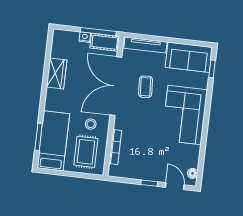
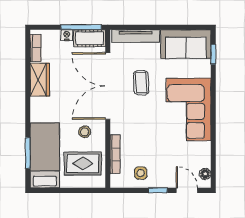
bookcase: (56, 45) -> (36, 48), added
rug: (86, 152) -> (83, 163), turned 90
side table: (136, 166) -> (141, 173), added

